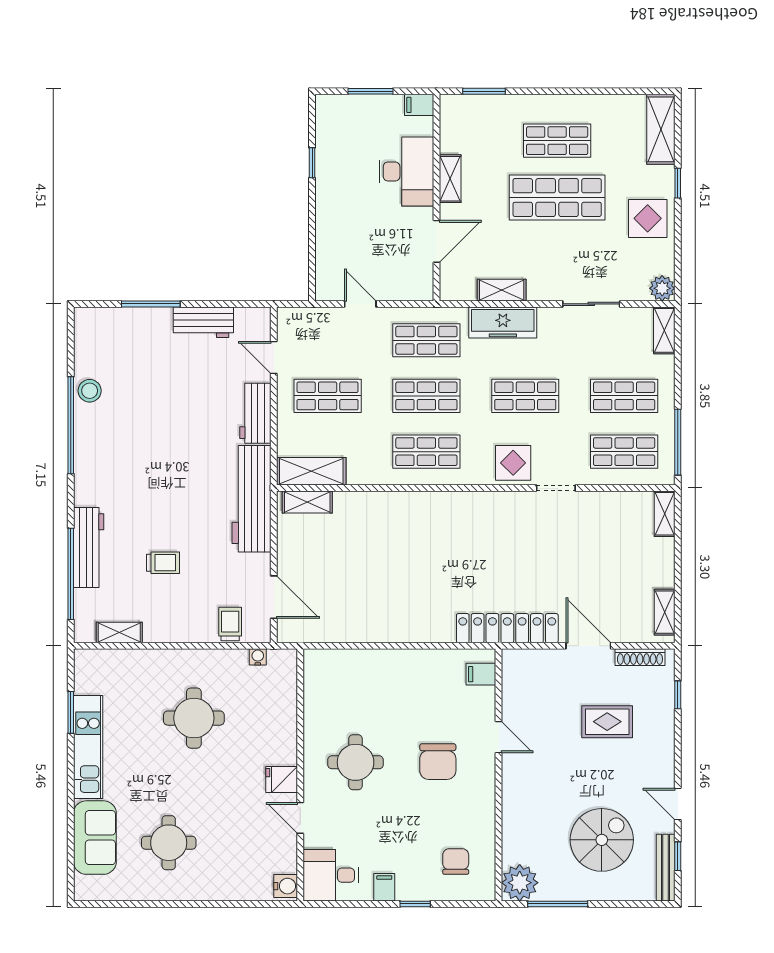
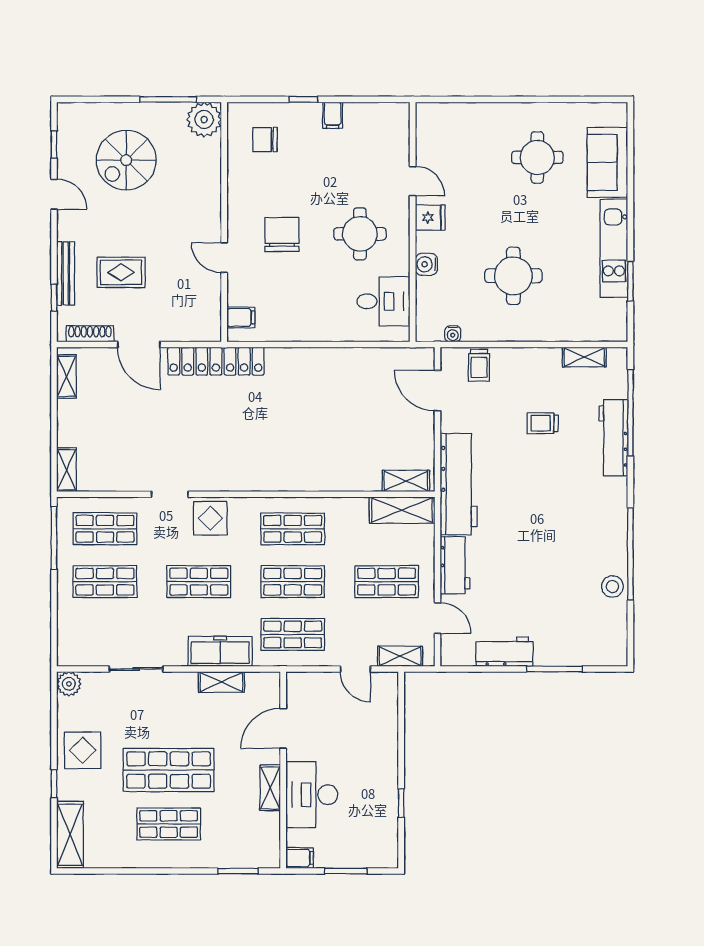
shelving: (664, 330) -> (400, 656), moved, turned 90
chair: (456, 861) -> (265, 140), turned 90
bench: (666, 868) -> (66, 273), moved
desk: (331, 875) -> (383, 301), moved
water cooler: (286, 886) -> (426, 264), moved

